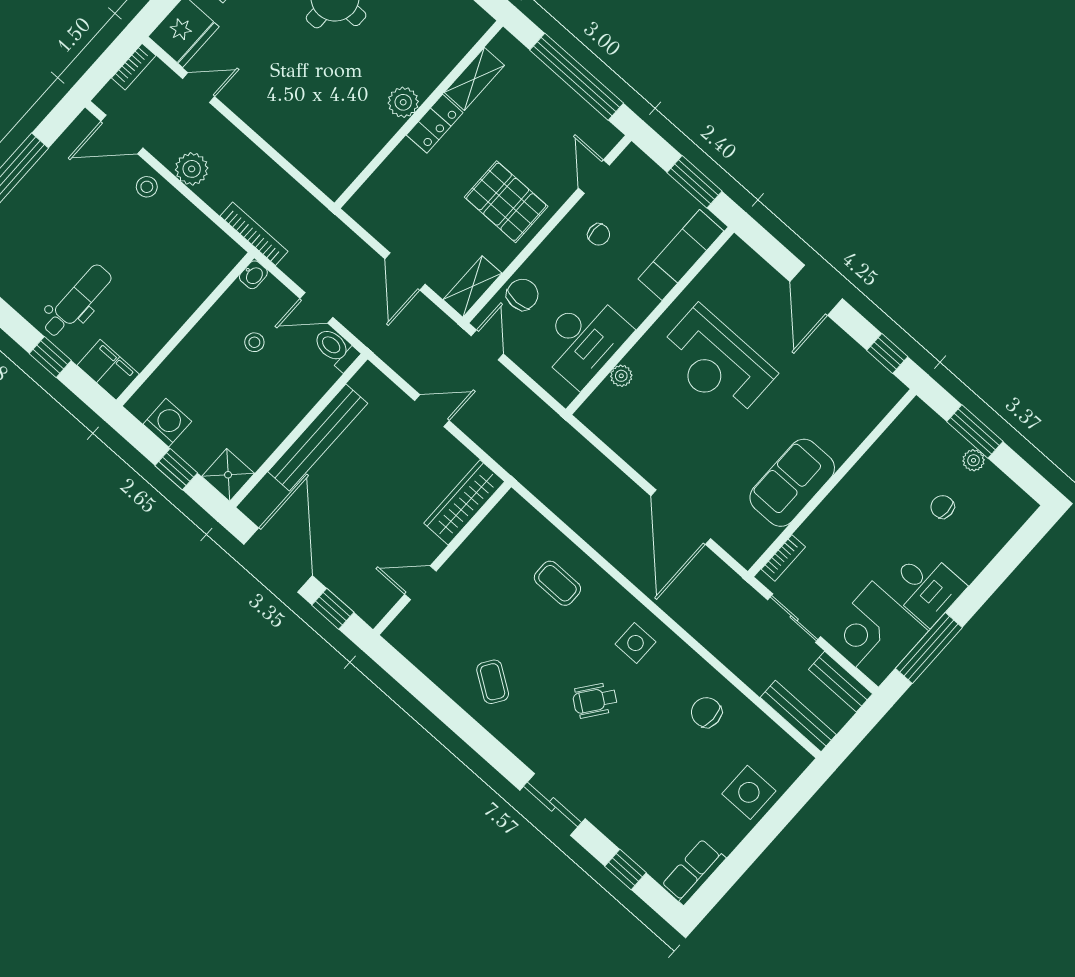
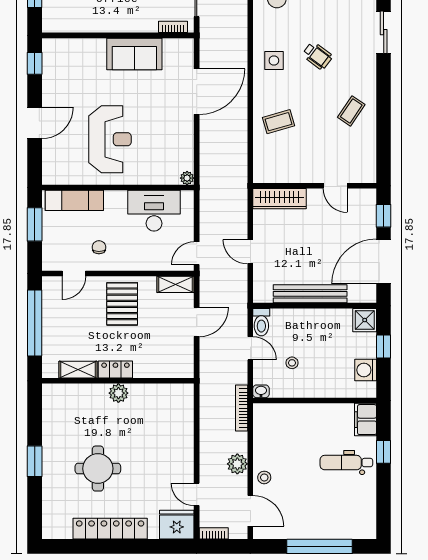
chair: (522, 295) -> (159, 258), removed
plant: (621, 376) -> (187, 178), moved
coffee table: (557, 583) -> (278, 122), turned 74

